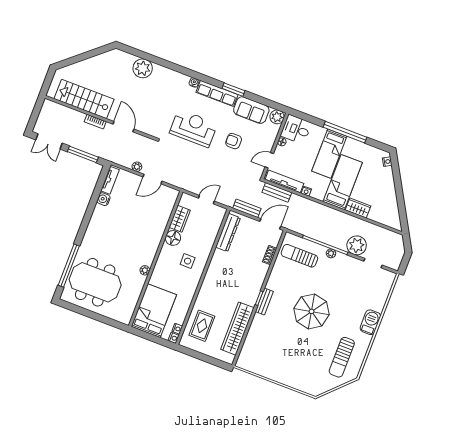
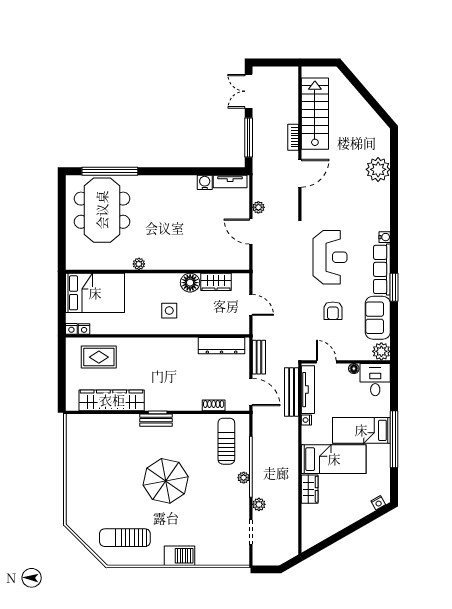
armchair: (234, 141) -> (333, 311), turned 180
bench: (277, 192) -> (292, 392), width x1.36
plant: (357, 245) -> (259, 504), width x0.53, depth x0.53

